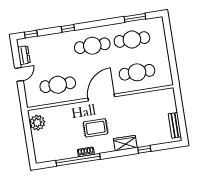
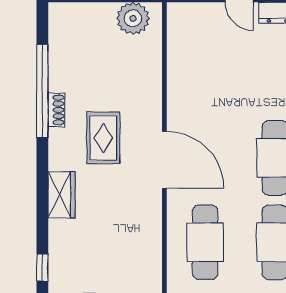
cafe table: (58, 85) -> (205, 73), removed
window: (144, 149) -> (42, 267), moved

